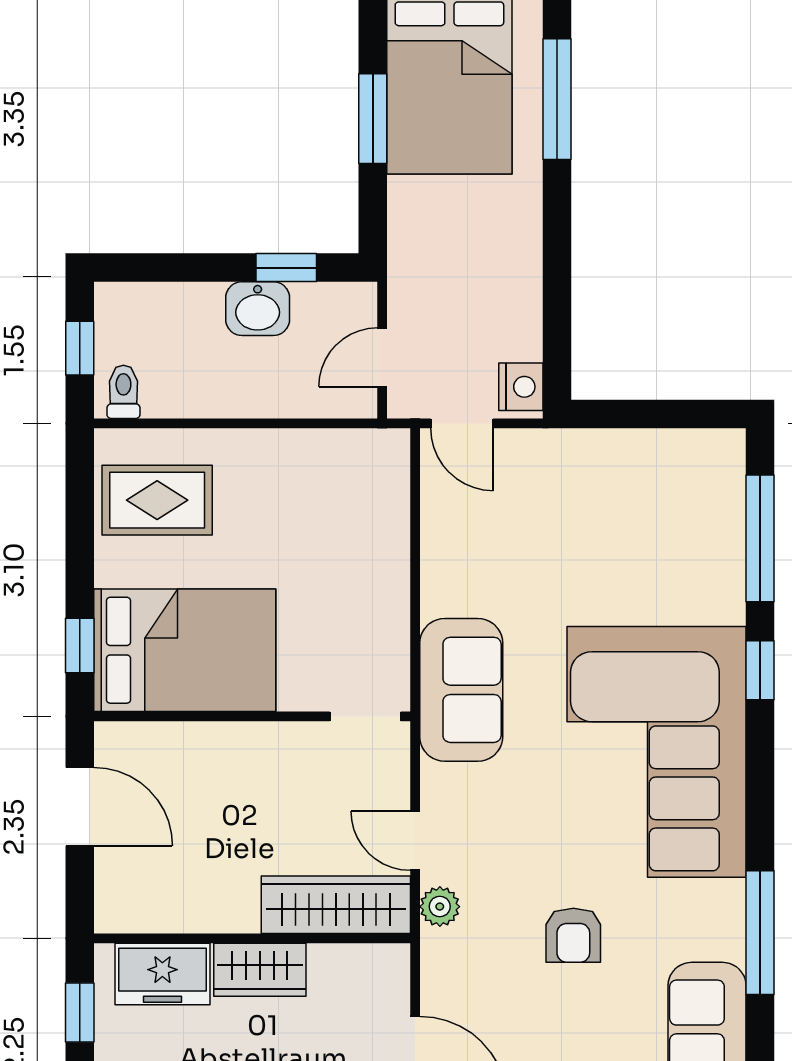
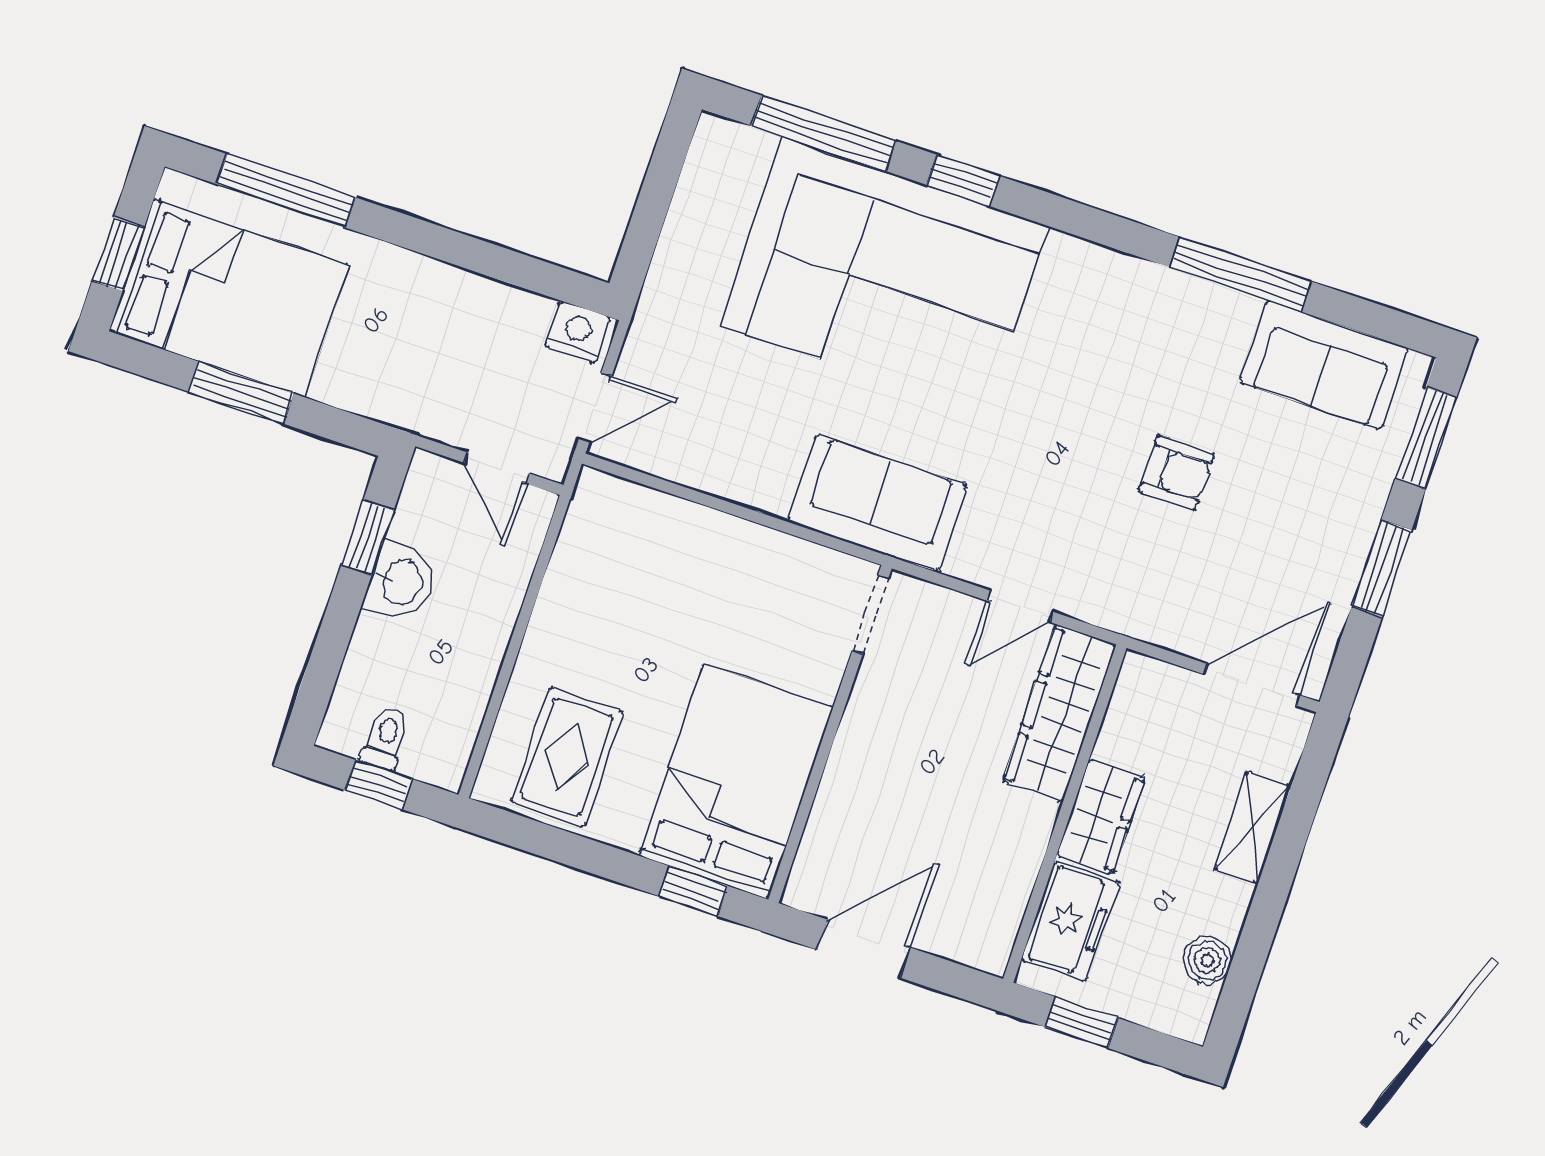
toilet: (123, 392) -> (386, 739), moved, turned 90
corner sofa: (657, 752) -> (884, 276), moved
plant: (440, 907) -> (1098, 604), removed

